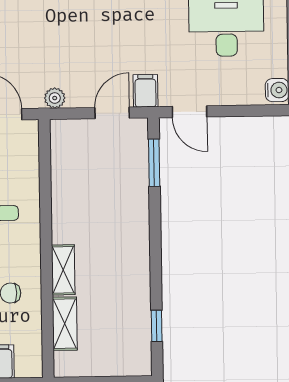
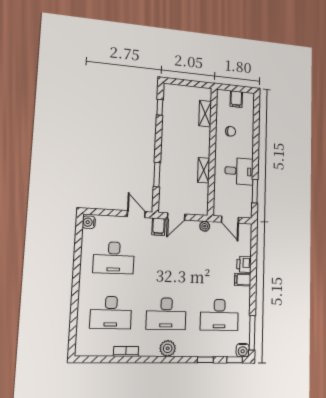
window: (154, 163) -> (157, 175), moved
shelving: (63, 270) -> (204, 170), moved

